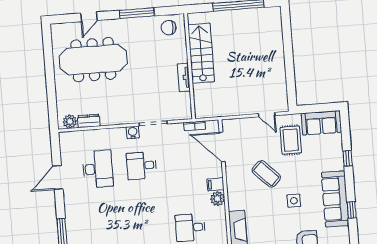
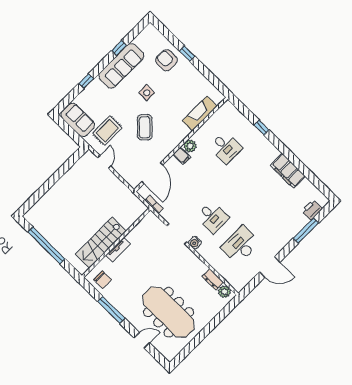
tv unit: (184, 77) -> (118, 250), moved

